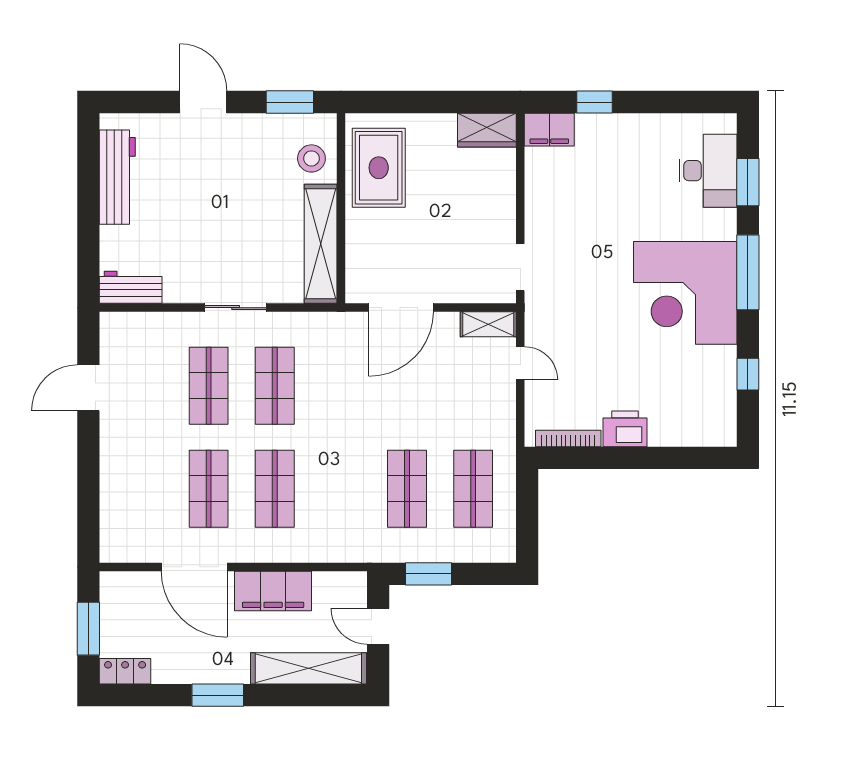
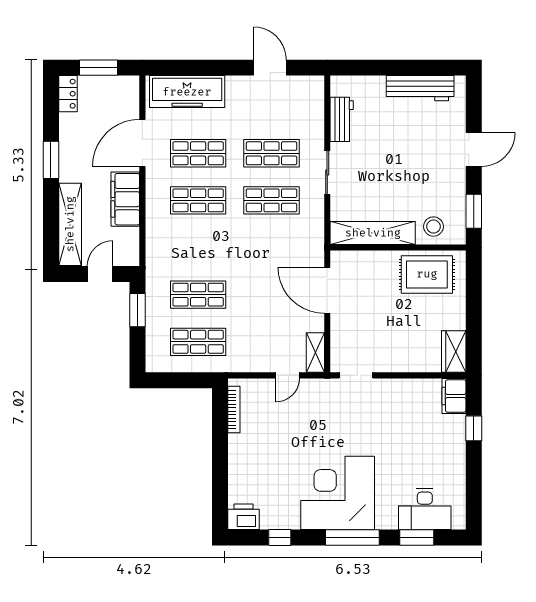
workbench: (131, 287) -> (342, 119), moved
printer: (625, 429) -> (244, 517), moved, turned -90
freezer: (122, 504) -> (187, 92), added

